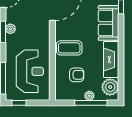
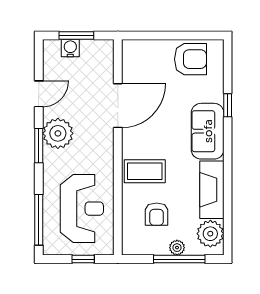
plant: (10, 29) -> (58, 133), width x1.88, depth x1.88
armchair: (77, 75) -> (157, 214), turned 90
window: (19, 103) -> (83, 259), moved

